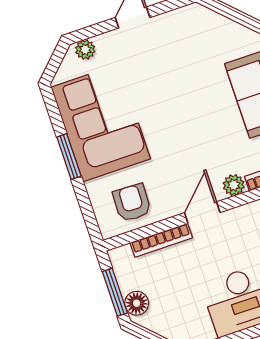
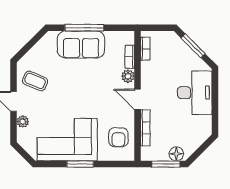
coffee table: (176, 41) -> (35, 81), added
plant: (85, 50) -> (23, 122), moved
armchair: (132, 203) -> (118, 137), turned -92

